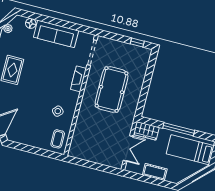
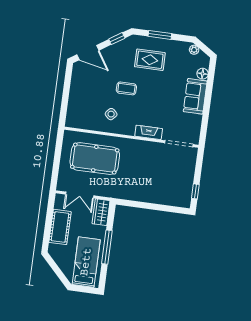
sofa: (56, 34) -> (195, 96), width x0.73
pool table: (112, 90) -> (95, 159), moved
coffee table: (58, 139) -> (126, 88), moved
cot: (155, 172) -> (60, 227), width x1.37, depth x1.34

